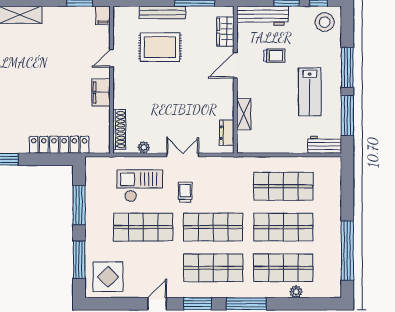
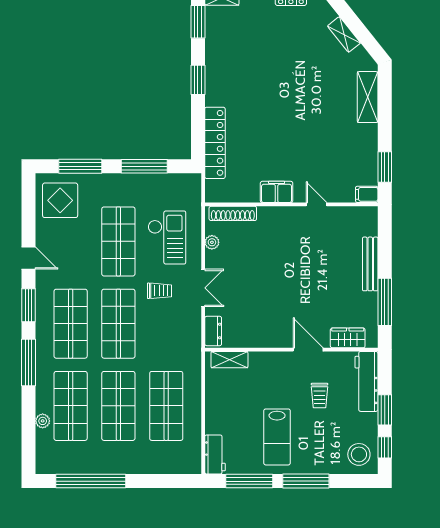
rug: (160, 47) -> (329, 261), removed
lab bench: (310, 92) -> (277, 437), turned -90
shelving: (244, 114) -> (229, 360), moved
dresser: (227, 133) -> (213, 331), moved, turned 90

